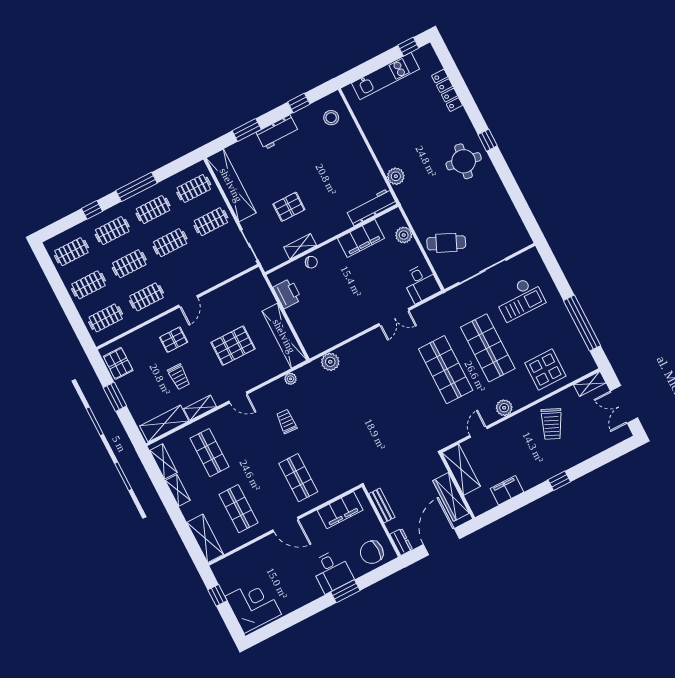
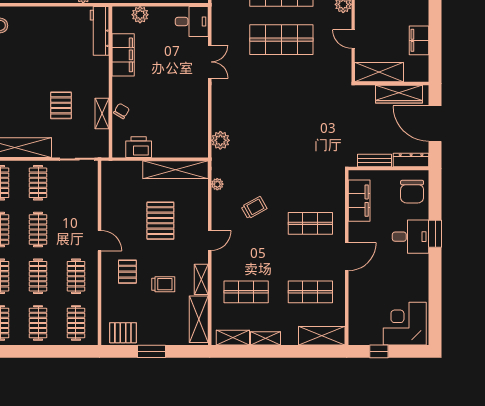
trolley: (287, 421) -> (254, 208), turned 148
dresser: (401, 542) -> (411, 160), width x1.44

